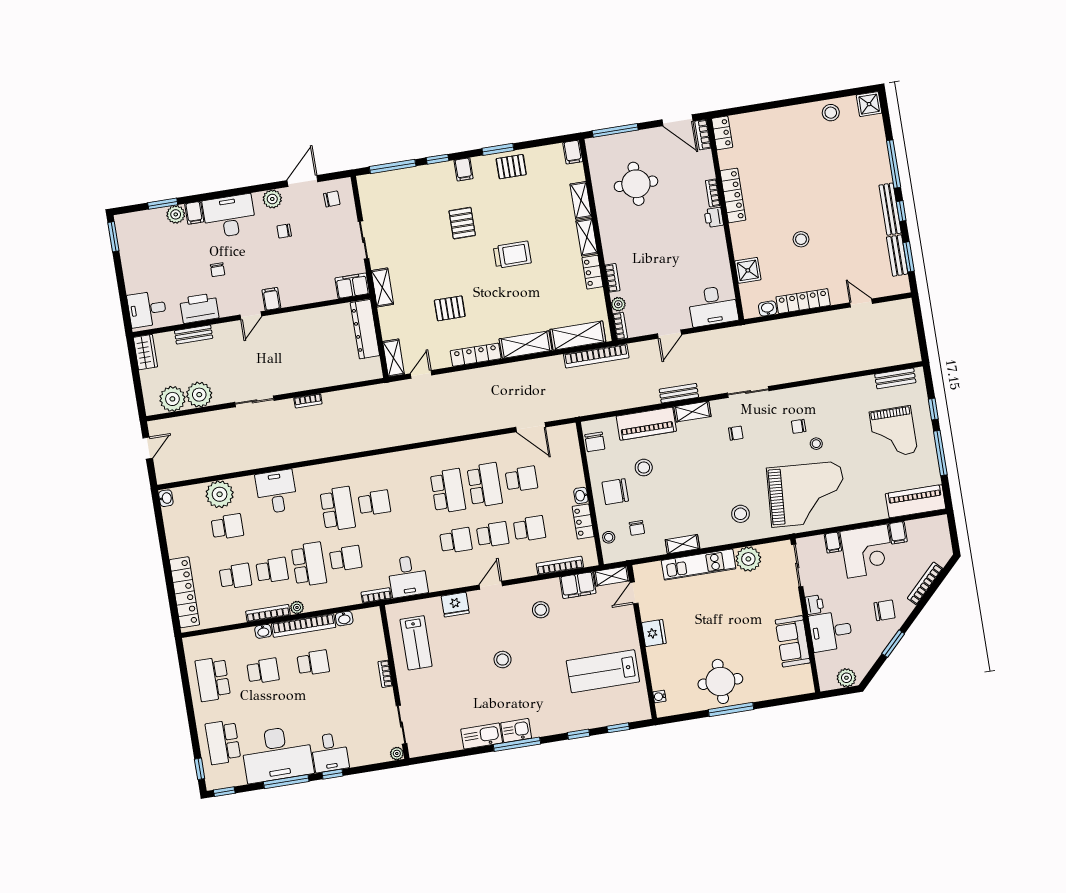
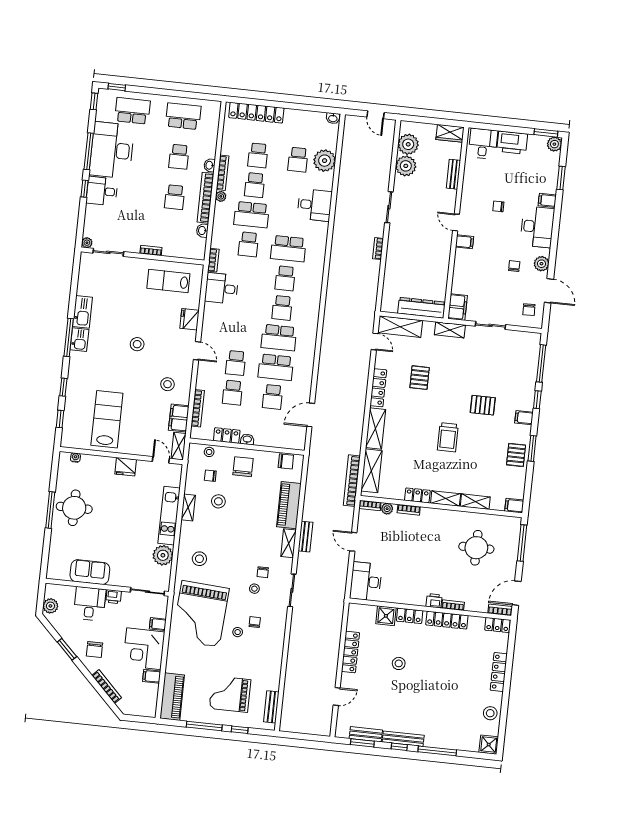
locker: (778, 116) -> (499, 672), added
plant: (176, 214) -> (554, 144), moved
locker: (740, 242) -> (410, 616), added
printer: (199, 308) -> (512, 143), moved, turned 90
washbasin: (768, 309) -> (352, 623), removed
shelving: (393, 358) -> (400, 327), width x1.50, depth x1.33
stool: (758, 438) -> (254, 589), added
chair: (595, 442) -> (286, 461), turned 180
stool: (644, 468) -> (218, 501), moved
school desk: (456, 541) -> (282, 308), moved

